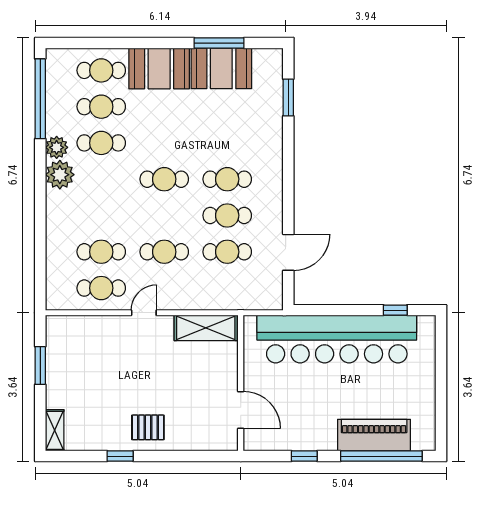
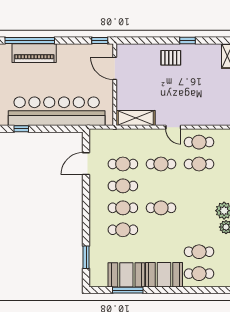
cafe table: (101, 143) -> (123, 230), moved
door: (144, 313) -> (173, 127), hinge flipped
window: (304, 456) -> (100, 40), moved

